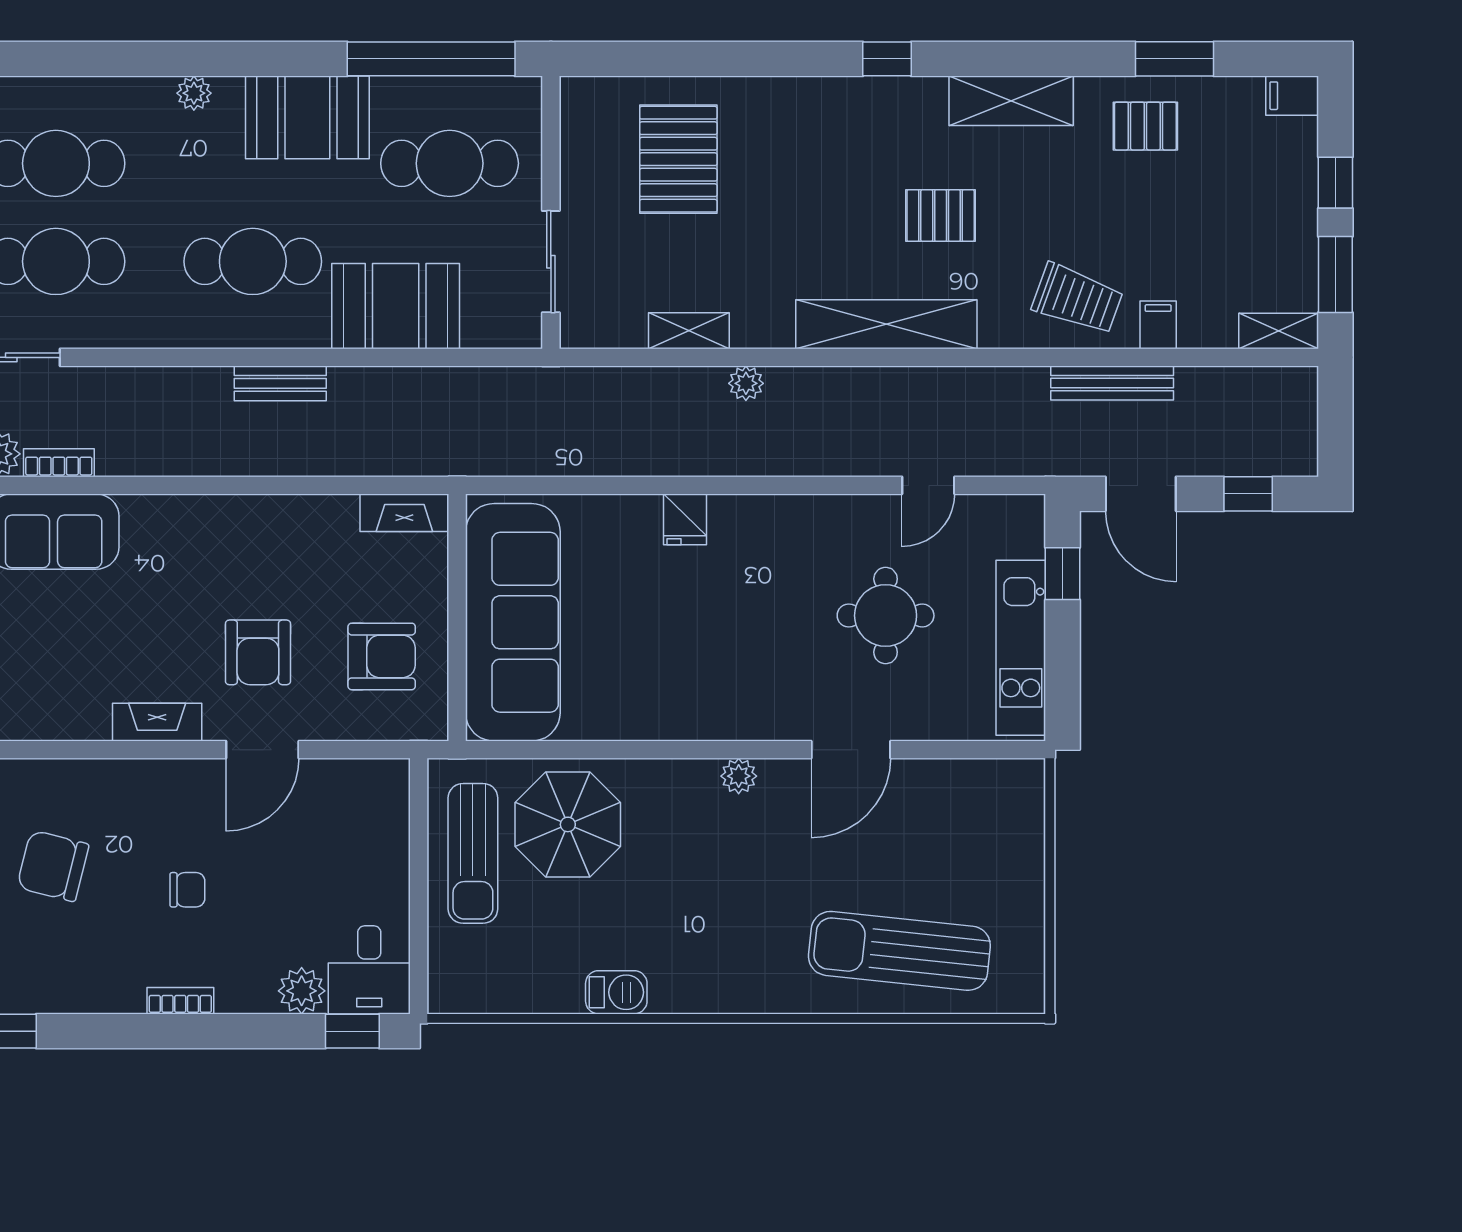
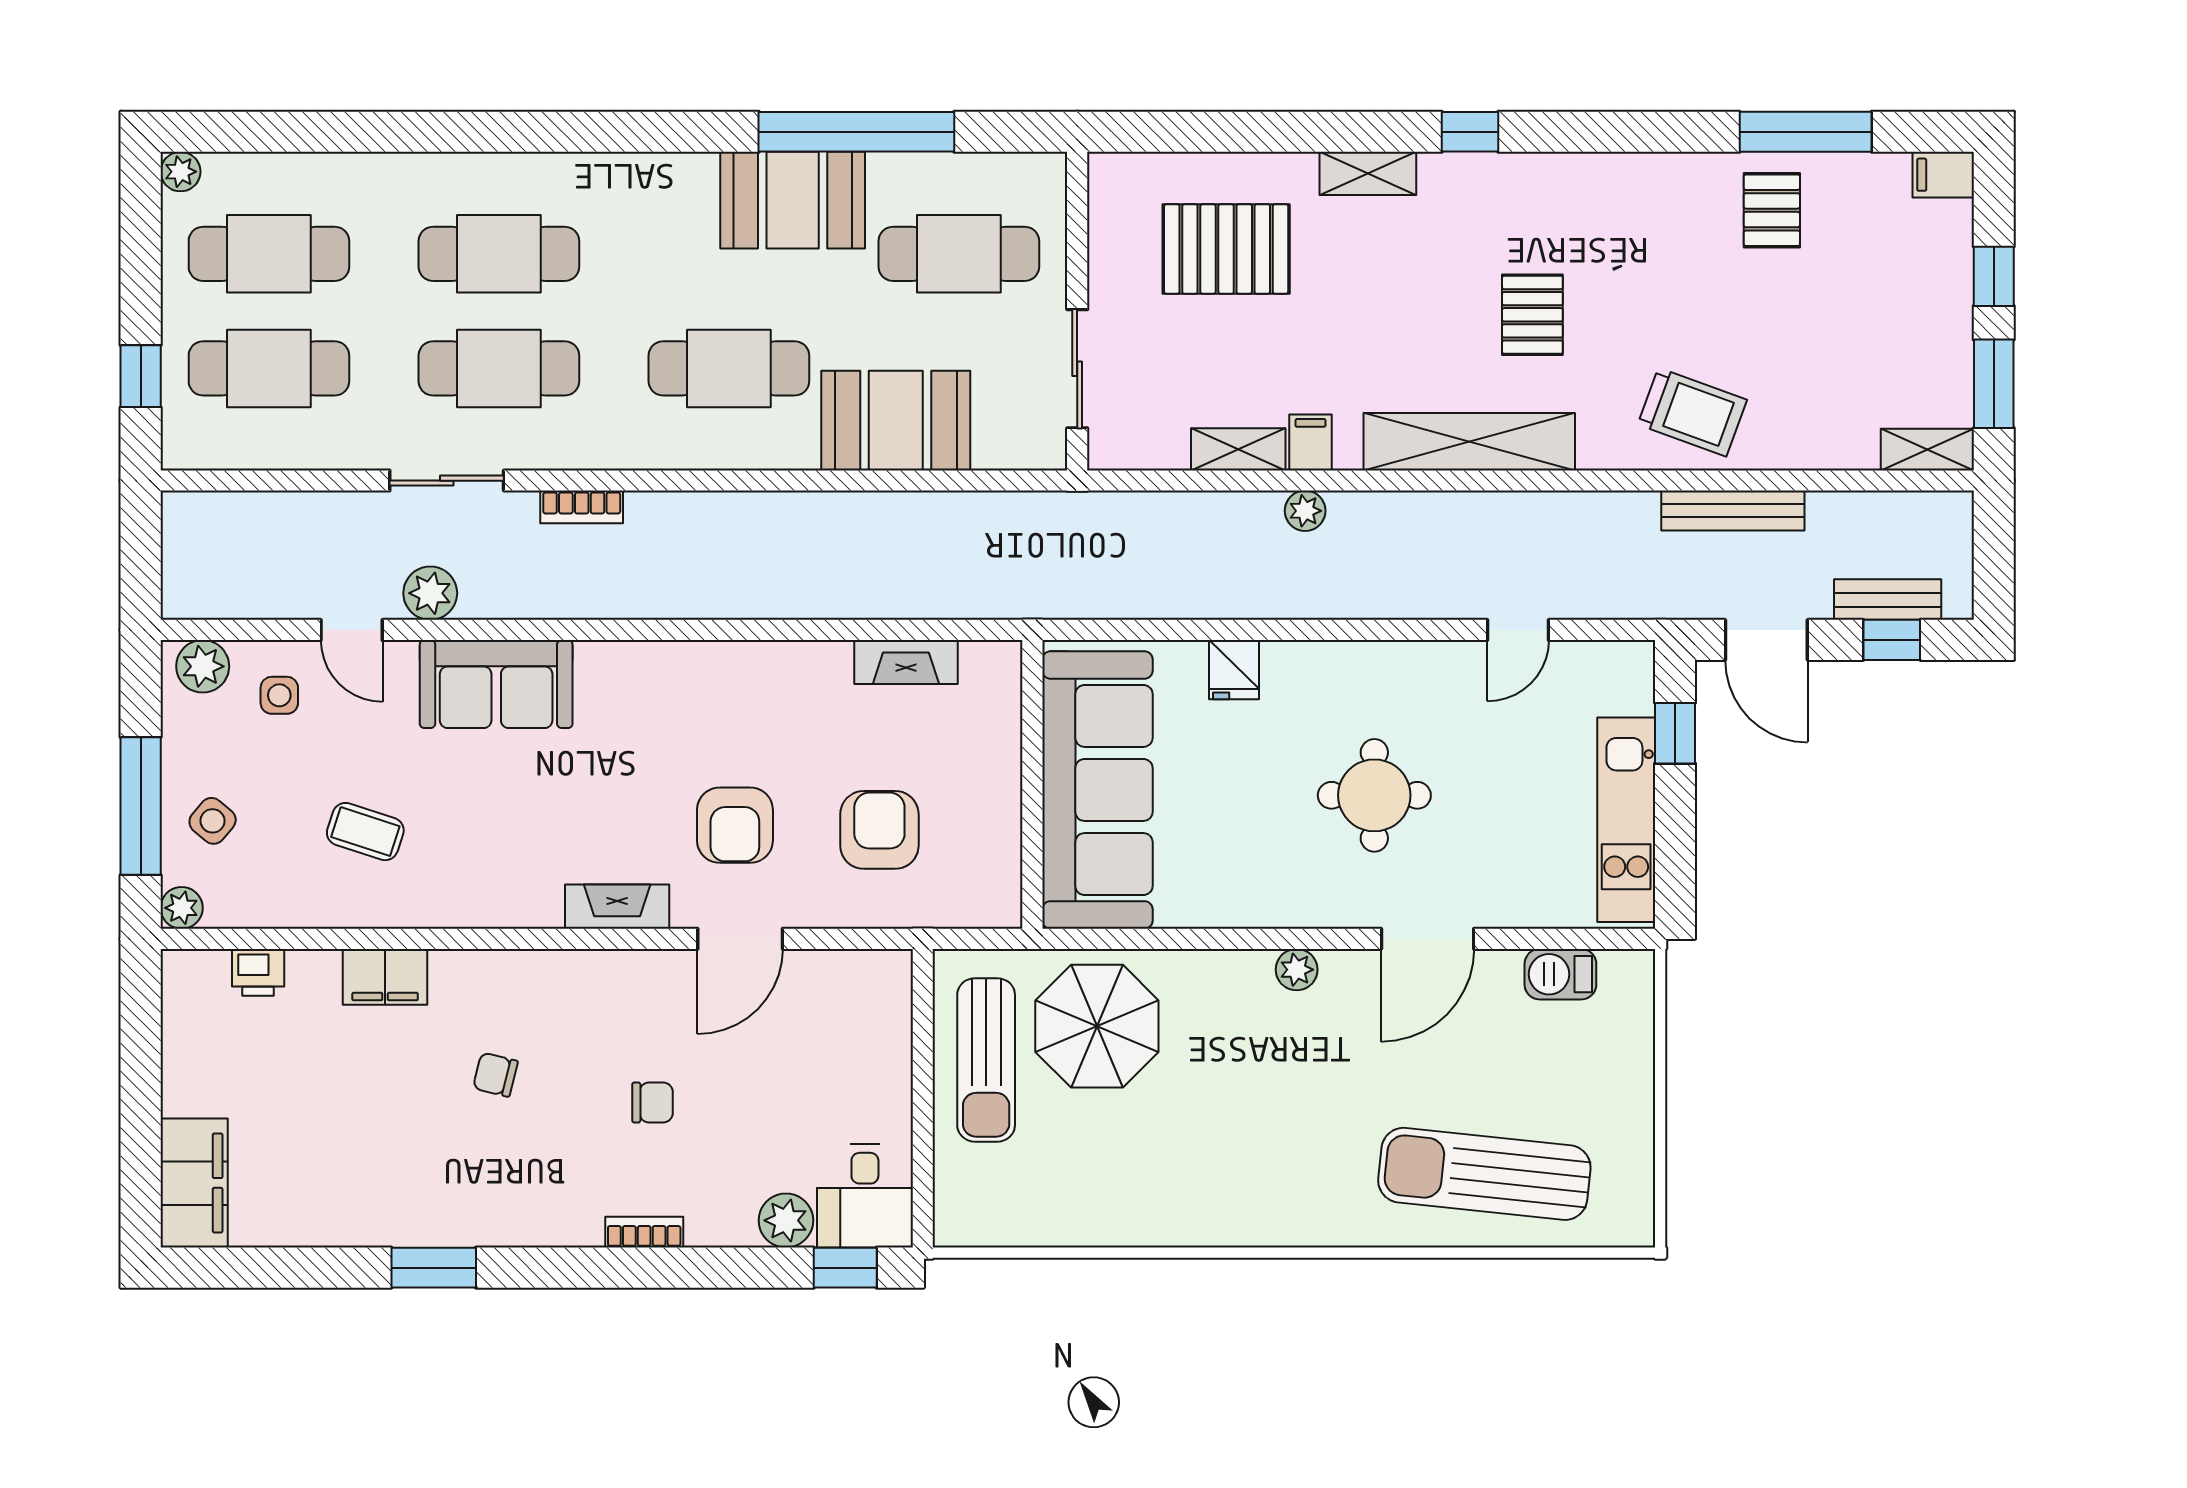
window: (431, 59) -> (856, 132), moved
window: (1174, 59) -> (1806, 132), width x1.44
plant: (194, 93) -> (660, 172), removed
shelving: (1011, 101) -> (1368, 173), moved, width x0.67, depth x0.75
pallet: (1145, 126) -> (1772, 210), turned 90
pallet: (678, 159) -> (1226, 249), turned 90
pallet: (941, 216) -> (1532, 315), turned 90
filing cabinet: (1158, 325) -> (1310, 443), moved
bench: (280, 383) -> (1888, 600), moved
bookcase: (59, 463) -> (582, 507), moved, turned 180
round table: (886, 616) -> (1374, 795), moved
wall: (457, 617) -> (1032, 784), moved
sofa: (513, 622) -> (1097, 790), moved
armchair: (382, 656) -> (879, 830), turned -90
chair: (53, 866) -> (495, 1075), width x0.54, depth x0.54
barbecue: (616, 992) -> (1560, 974), moved, turned 180

